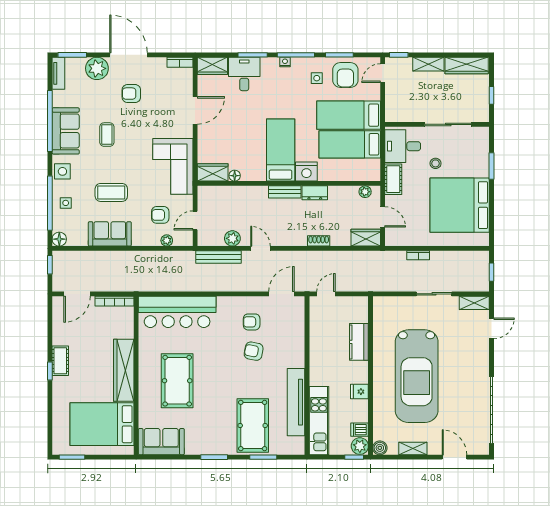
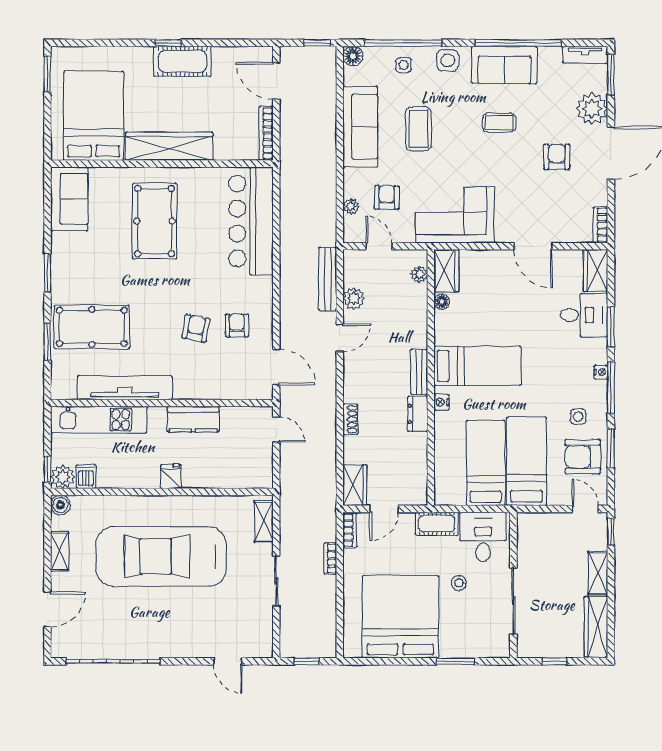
nightstand: (306, 172) -> (441, 402), width x0.53, depth x0.56
plant: (365, 192) -> (419, 274), moved
sofa: (110, 234) -> (360, 127), width x1.36
bookcase: (398, 241) -> (350, 531), added
shelving: (474, 303) -> (264, 521), moved
kitchen counter: (359, 342) -> (193, 419), moved, turned 180
cot: (60, 361) -> (182, 61), width x1.37, depth x1.34
pool table: (177, 381) -> (155, 221), turned 90
fridge: (359, 392) -> (171, 476), moved

